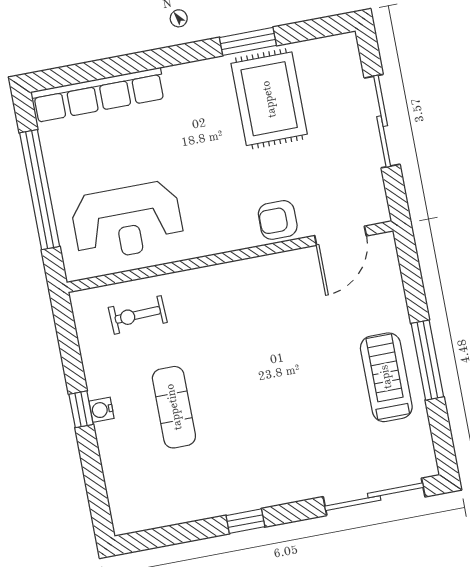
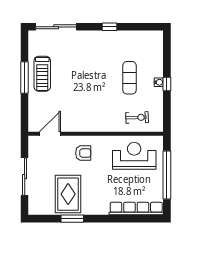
armchair: (278, 220) -> (83, 153), moved

